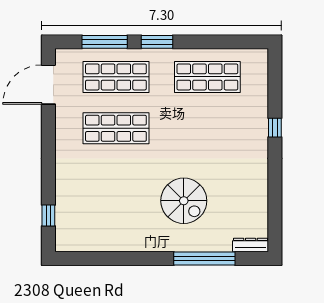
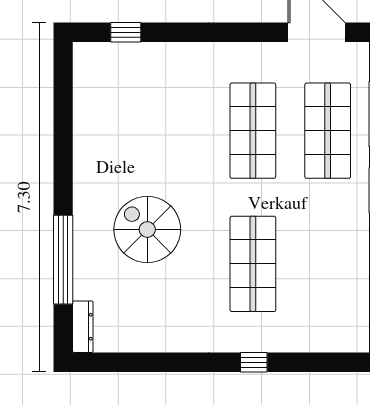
shop shelf: (207, 77) -> (253, 264), moved
spiral stairs: (184, 201) -> (147, 229), turned 90

